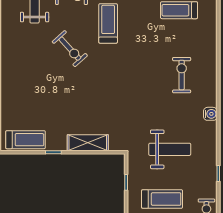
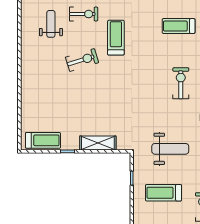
exercise bike: (70, 49) -> (82, 60), turned -65
treadmill: (162, 199) -> (164, 193), turned 180

